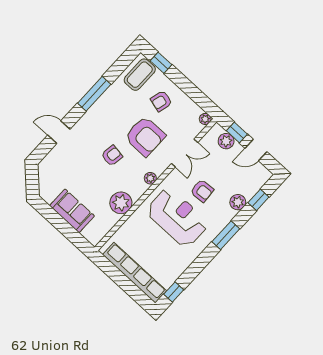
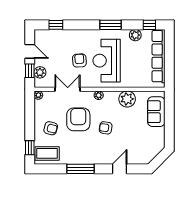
door: (59, 132) -> (120, 169), swing flipped
plant: (238, 202) -> (135, 35), moved
sofa: (72, 211) -> (156, 112), moved
window: (226, 235) -> (111, 25), moved

